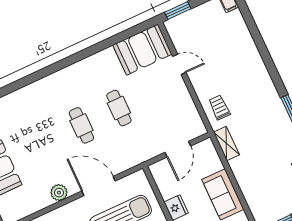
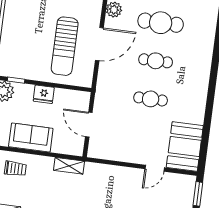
trolley: (219, 107) -> (15, 169), moved
cafe table: (44, 143) -> (161, 23), added

